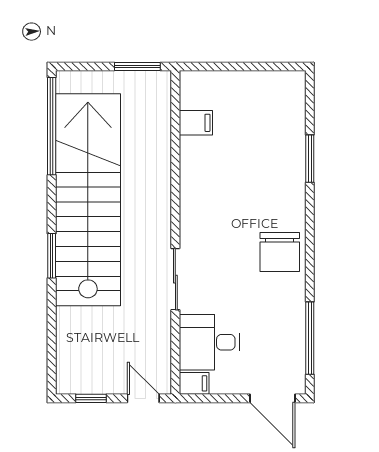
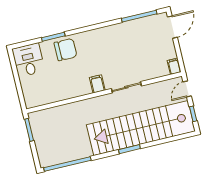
filing cabinet: (196, 123) -> (97, 84), moved
stairs: (88, 200) -> (141, 128), moved
chair: (280, 252) -> (66, 50), moved
desk: (209, 342) -> (28, 60), moved, turned 180

